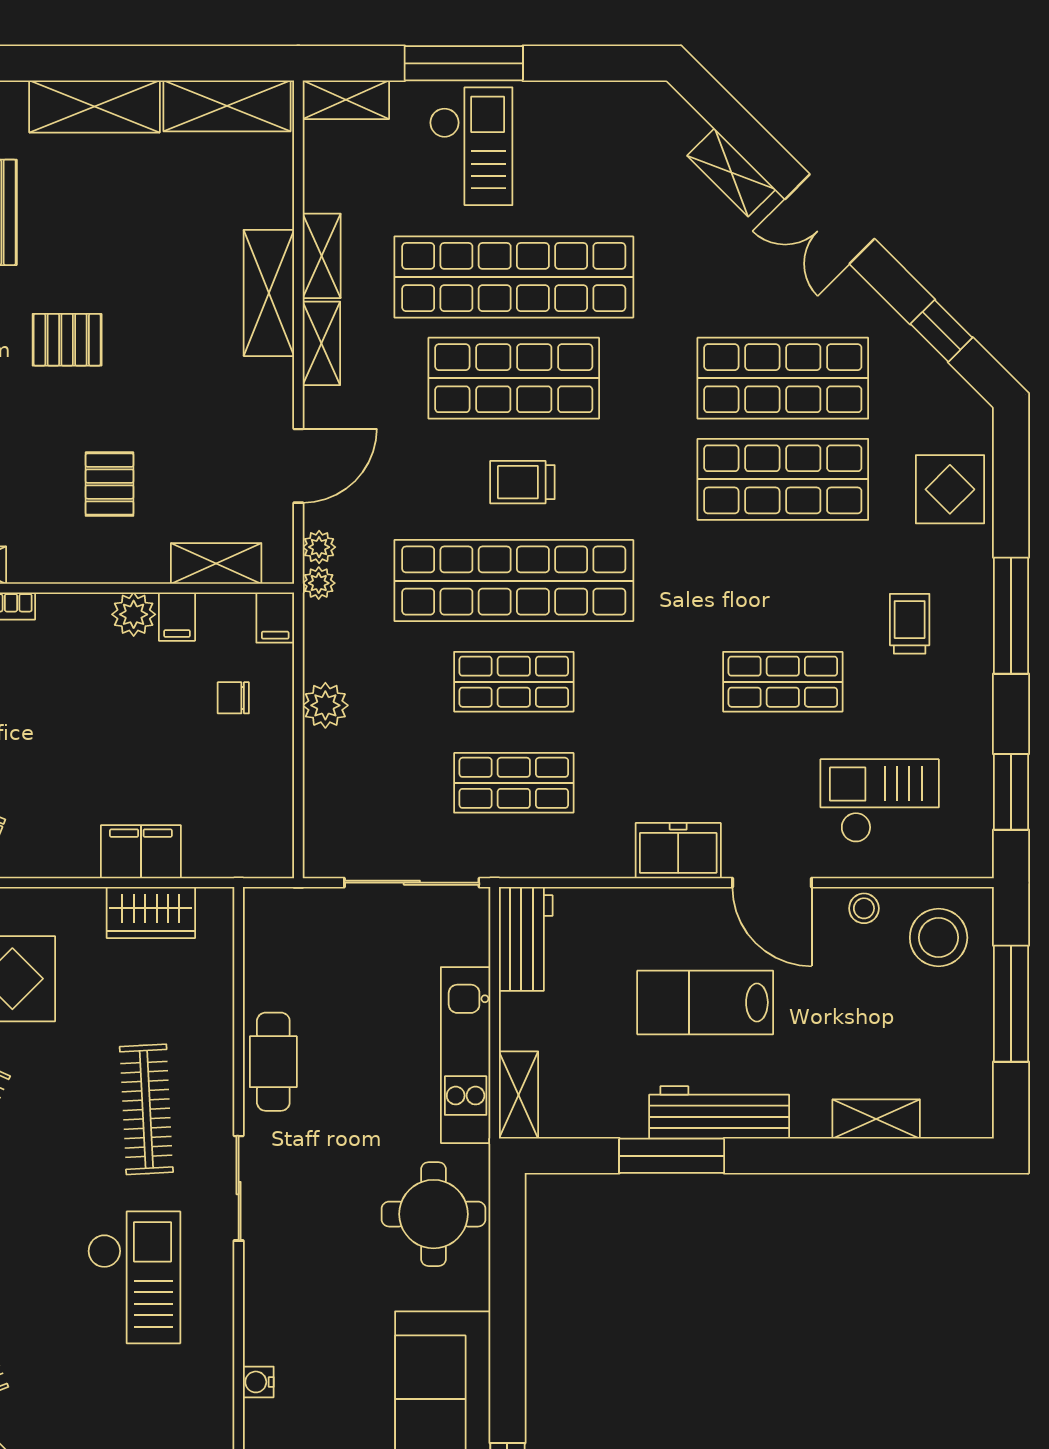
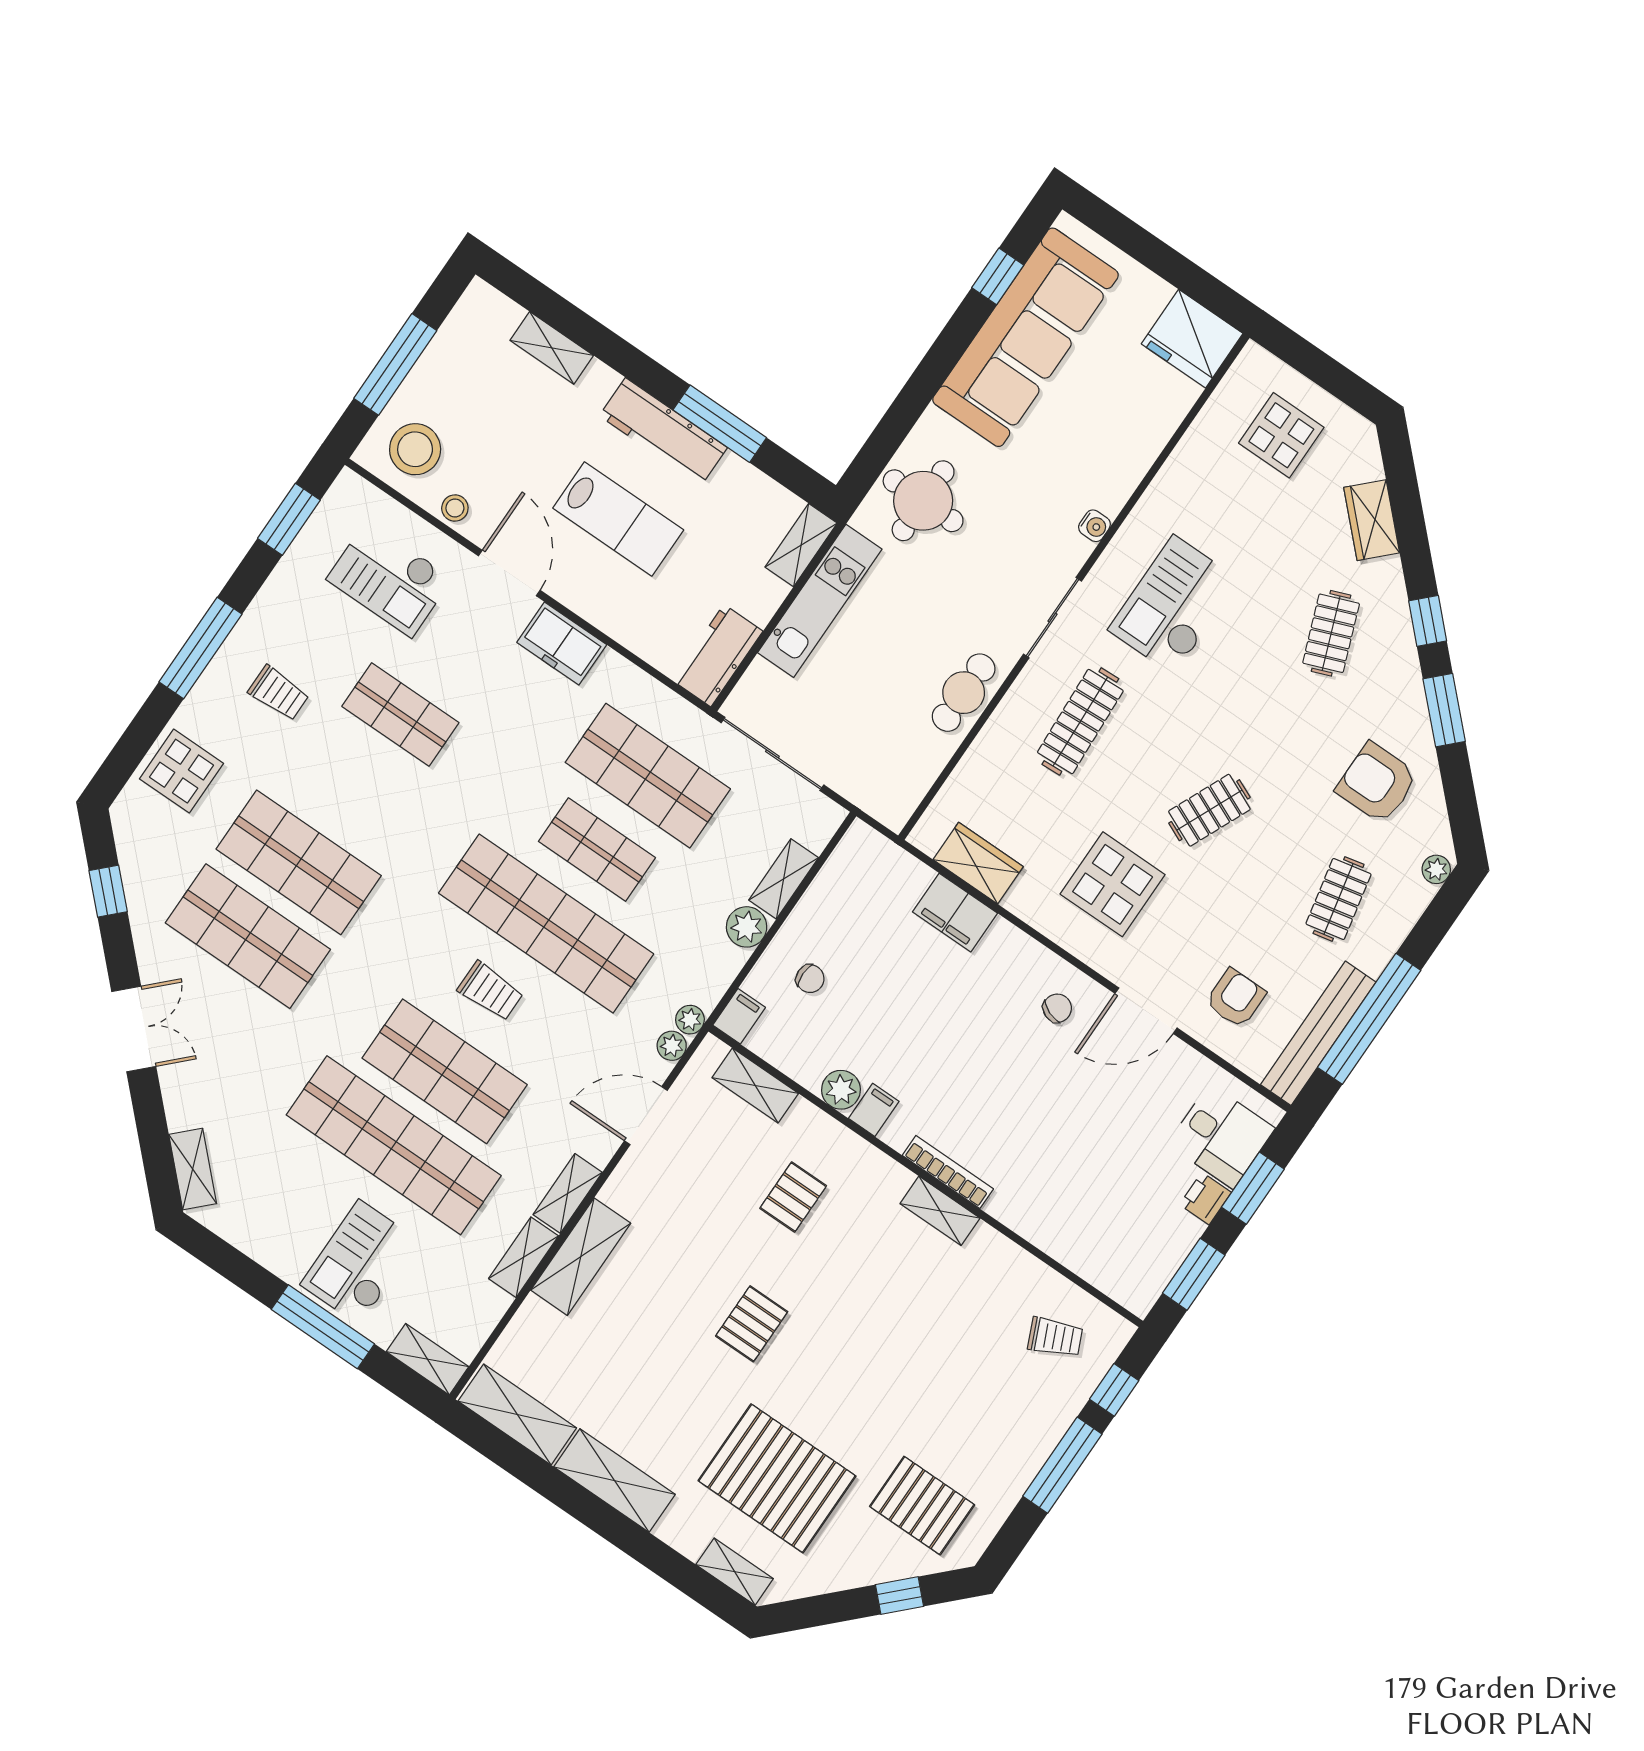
shelving: (731, 172) -> (193, 1169), moved
pallet: (67, 340) -> (752, 1324), turned 90
filing cabinet: (177, 617) -> (874, 1110), moved
trolley: (910, 624) -> (279, 693), turned -90
shelving: (322, 774) -> (784, 879), added
shop shelf: (514, 783) -> (648, 776), width x1.43, depth x1.36
water cooler: (258, 1382) -> (1094, 526), moved

